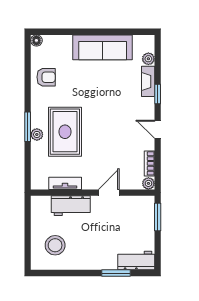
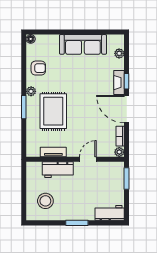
fireplace: (148, 81) -> (119, 83), moved
door: (158, 129) -> (127, 109), width x1.87
plant: (37, 134) -> (31, 91), moved
window: (116, 273) -> (77, 223), moved

